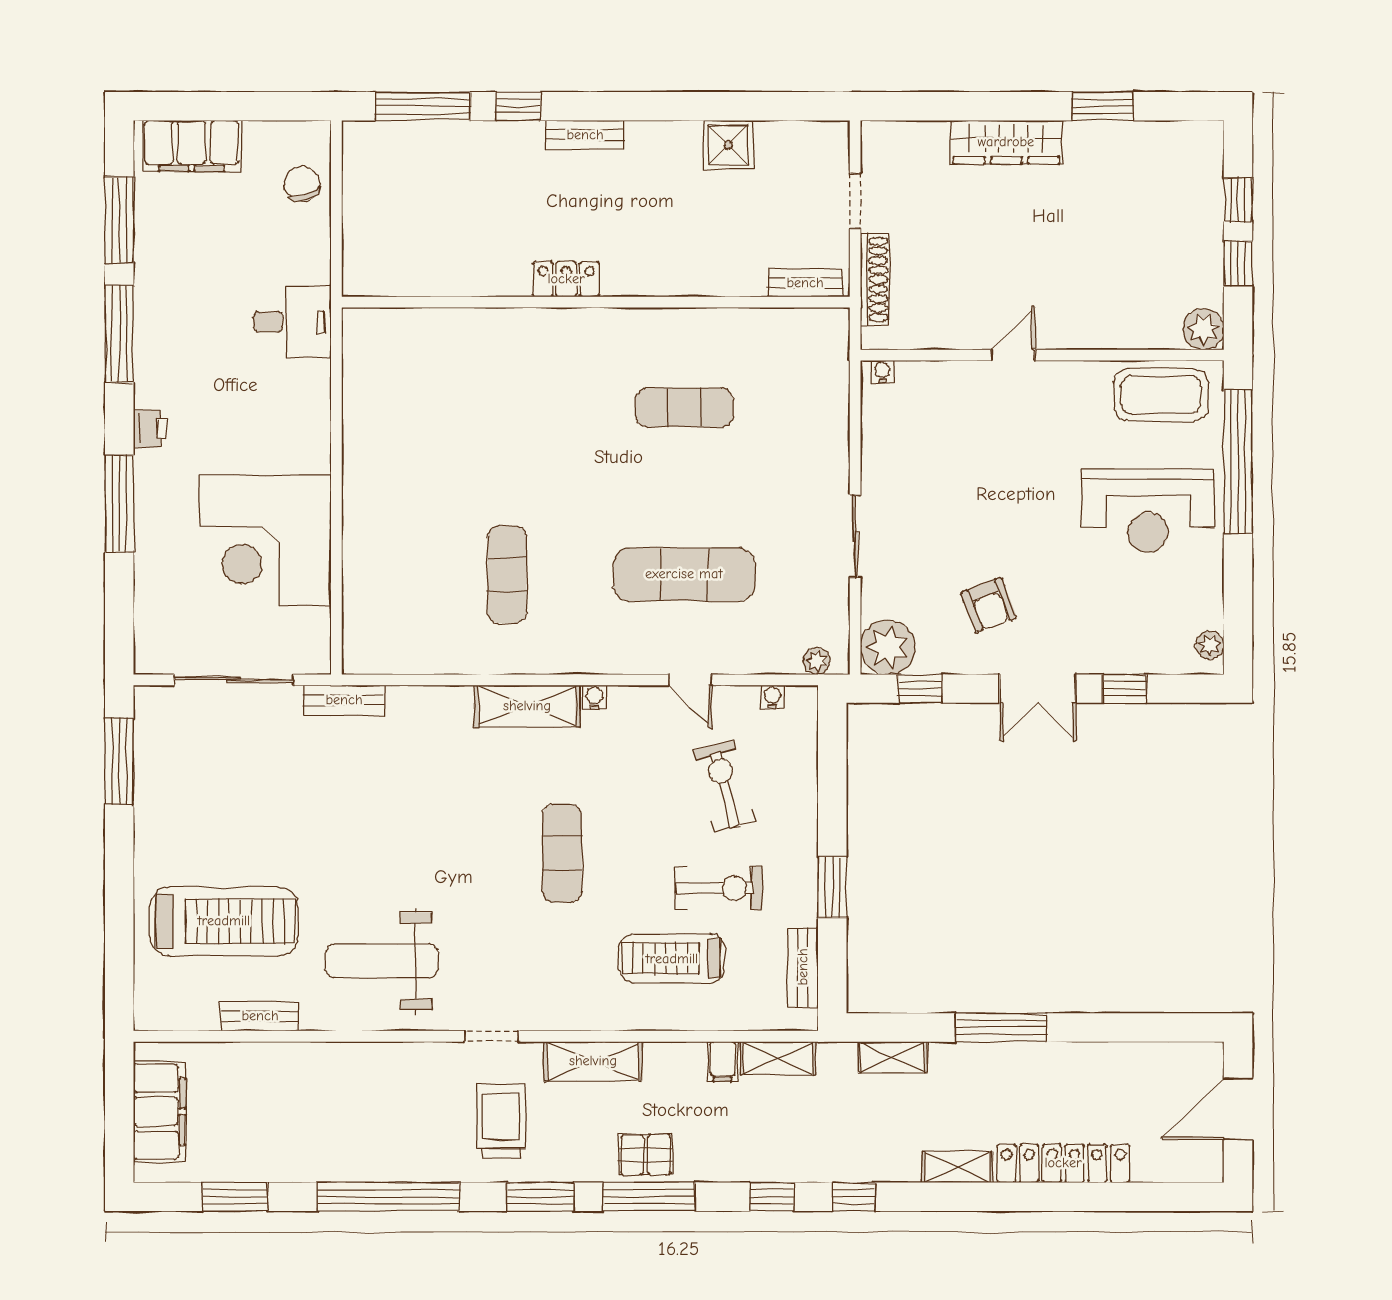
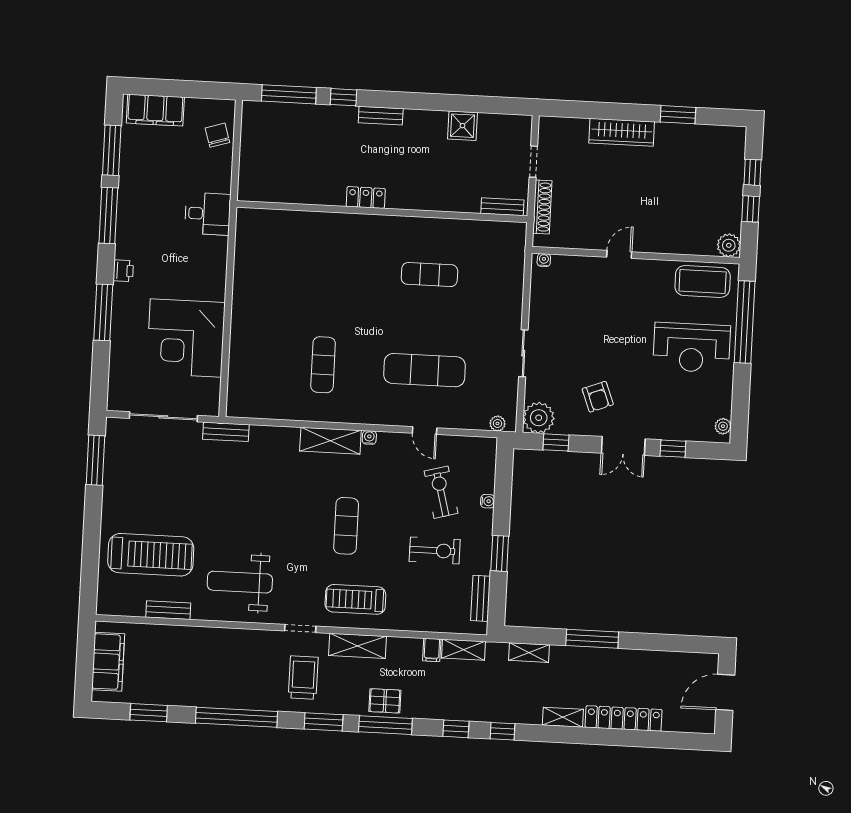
water cooler: (773, 697) -> (488, 501), moved, turned 90
treadmill: (672, 959) -> (355, 599), moved

